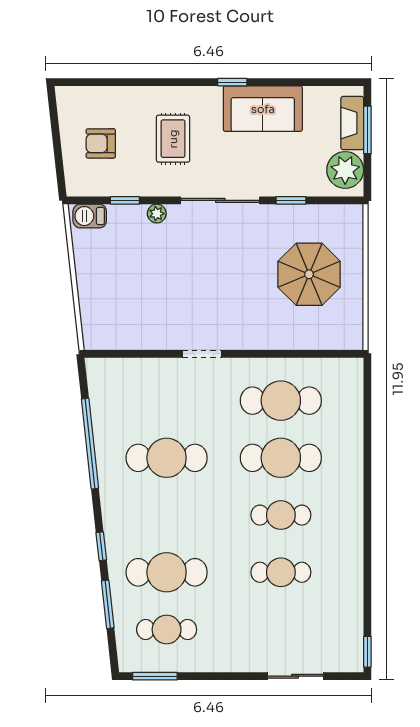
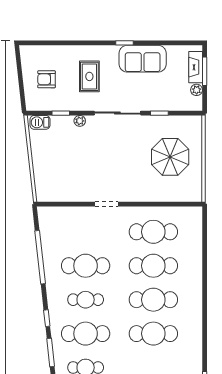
plant: (345, 170) -> (197, 90), width x0.53, depth x0.53
cafe table: (167, 515) -> (86, 300), added
cafe table: (281, 515) -> (153, 300), width x1.37, depth x1.35
cafe table: (281, 572) -> (153, 334), width x1.37, depth x1.35

